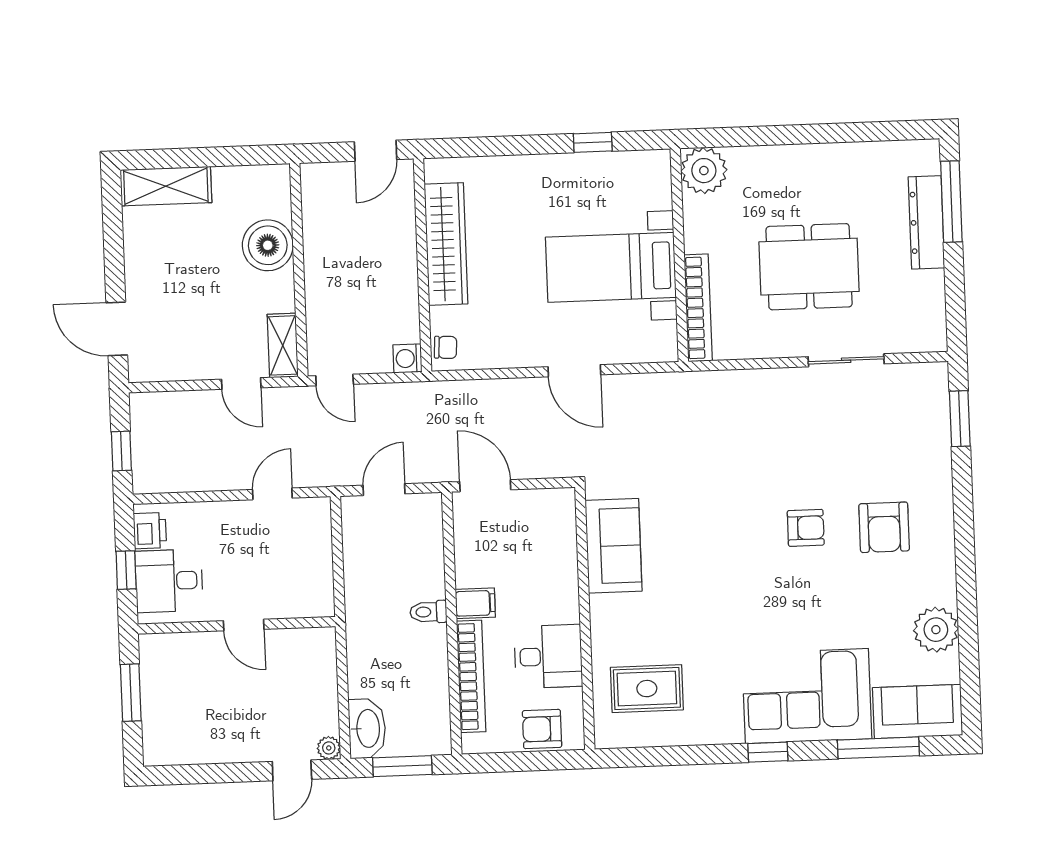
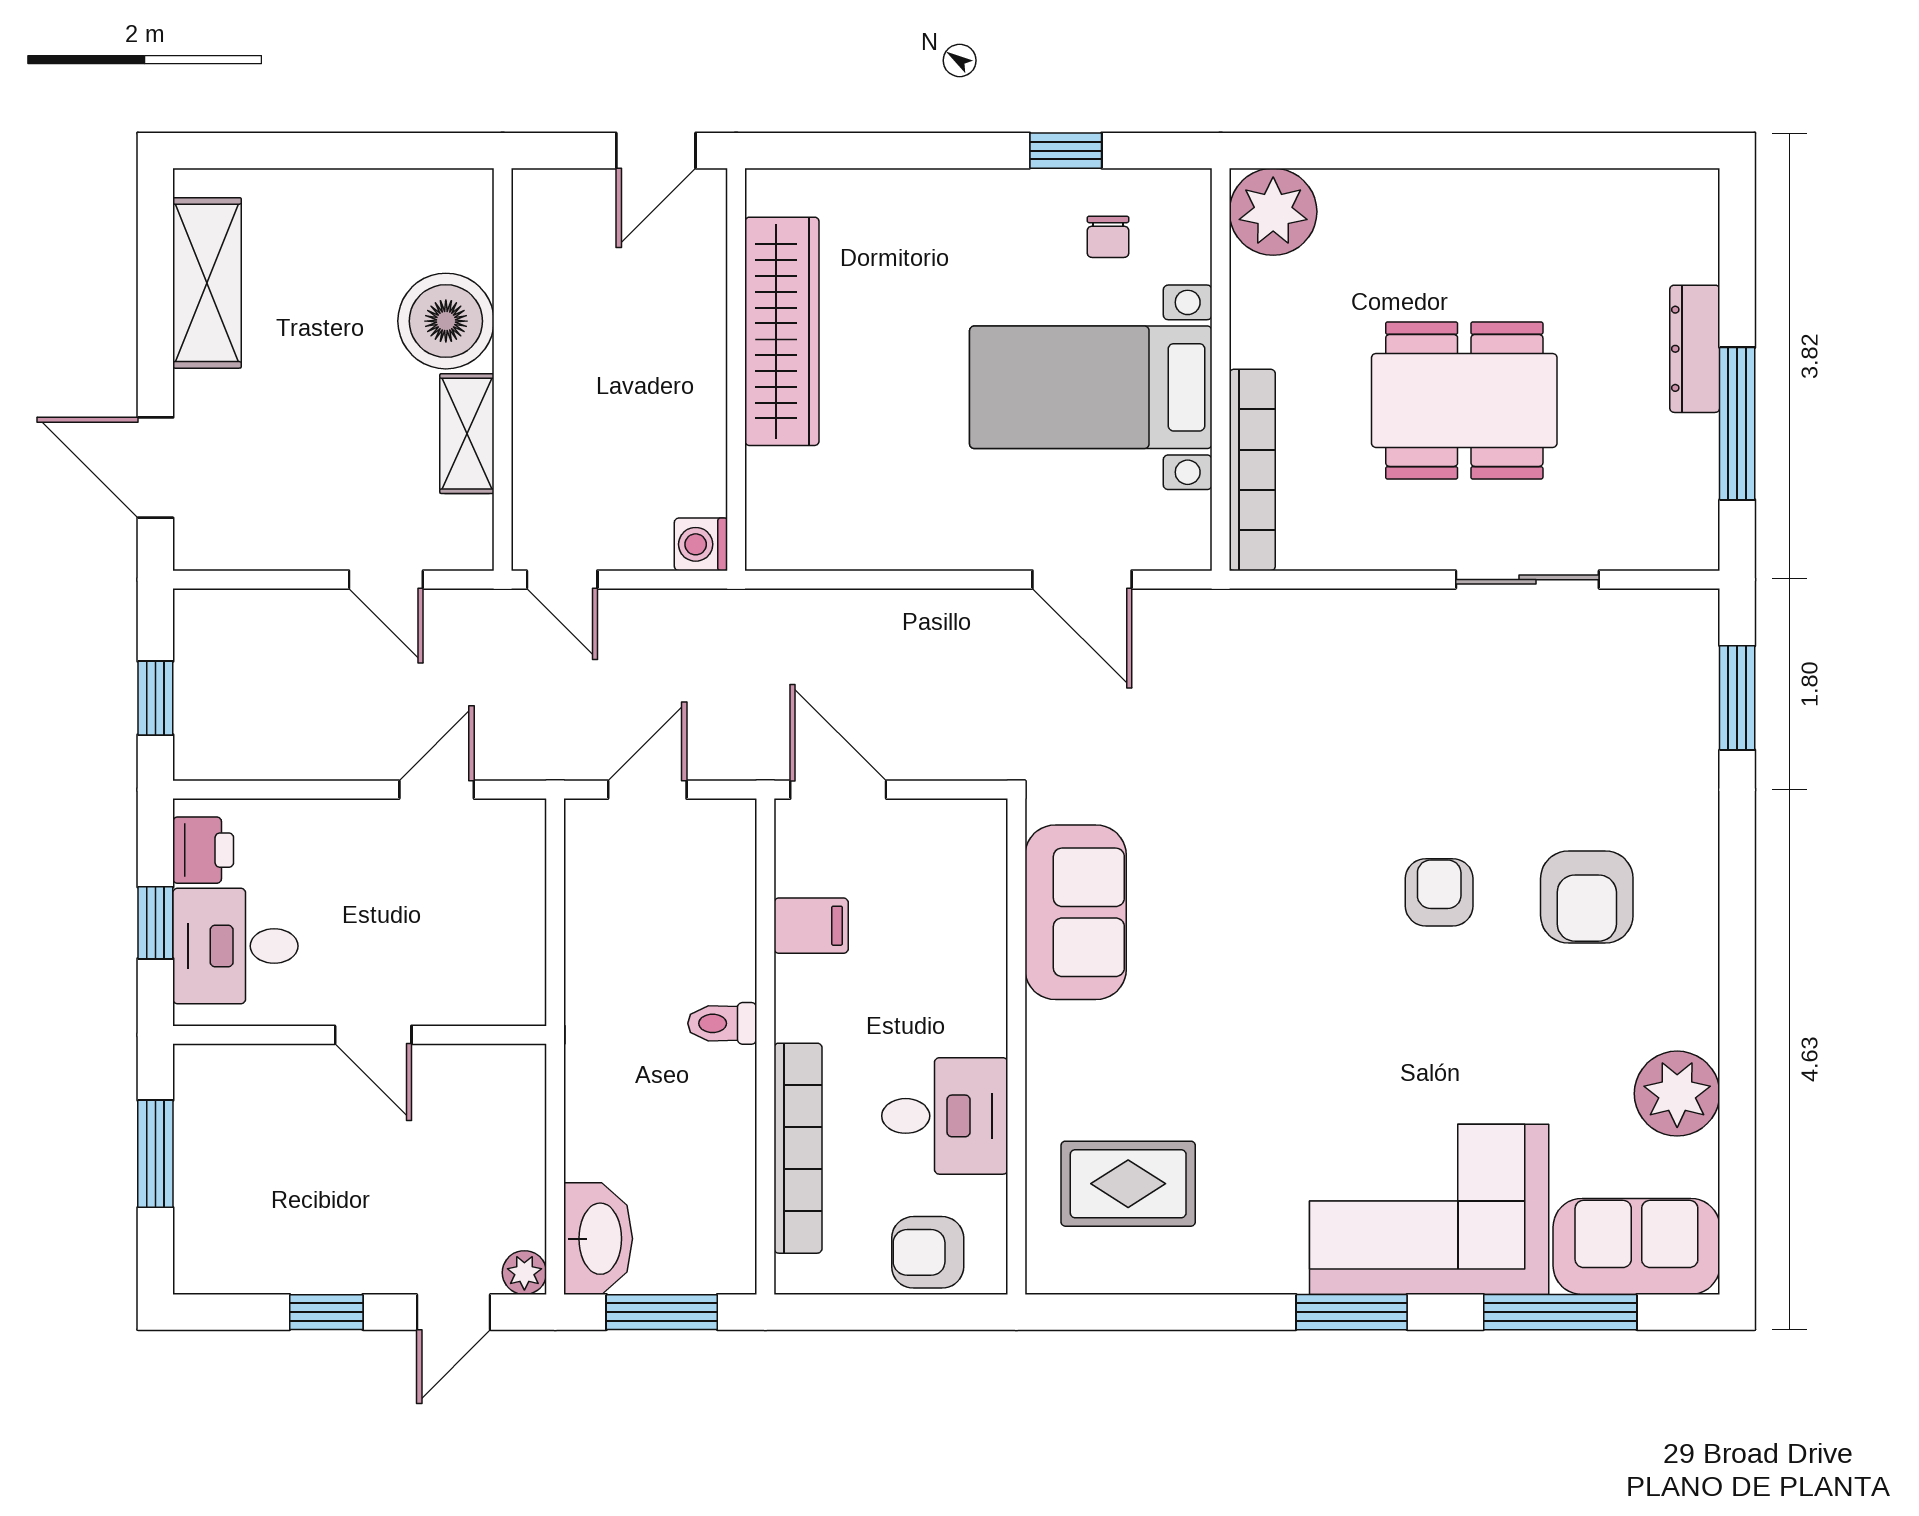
shelving: (166, 186) -> (207, 283), moved, turned 90
window: (951, 202) -> (1737, 424), moved
dresser: (926, 222) -> (1695, 349), width x0.73, depth x0.80
shelving: (283, 345) -> (467, 434), moved
chair: (446, 347) -> (1108, 237), moved, turned 87
door: (574, 371) -> (1082, 580), moved
armchair: (806, 528) -> (1439, 892), turned -90
filing cabinet: (475, 603) -> (811, 926), moved
window: (768, 752) -> (1352, 1312), width x1.50
window: (225, 773) -> (326, 1312), added

